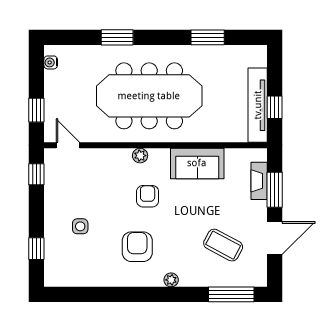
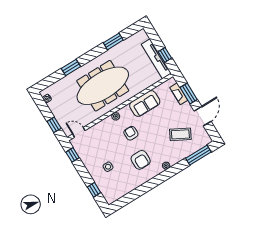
armchair: (137, 247) -> (141, 160), turned 180

